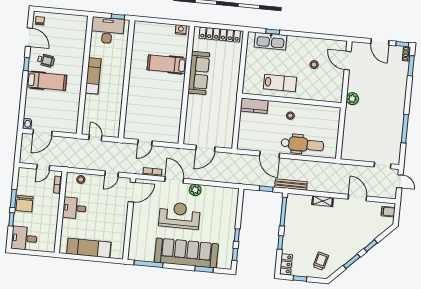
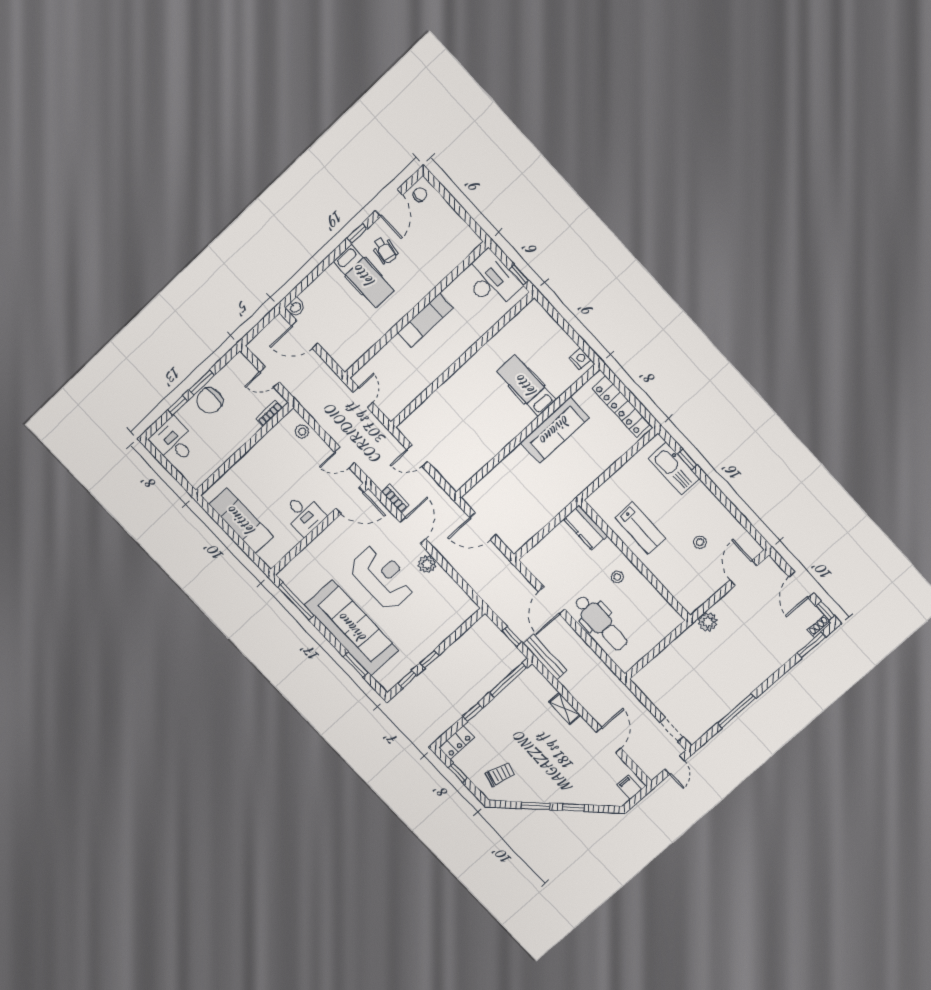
desk: (74, 208) -> (304, 514), moved, turned 180

